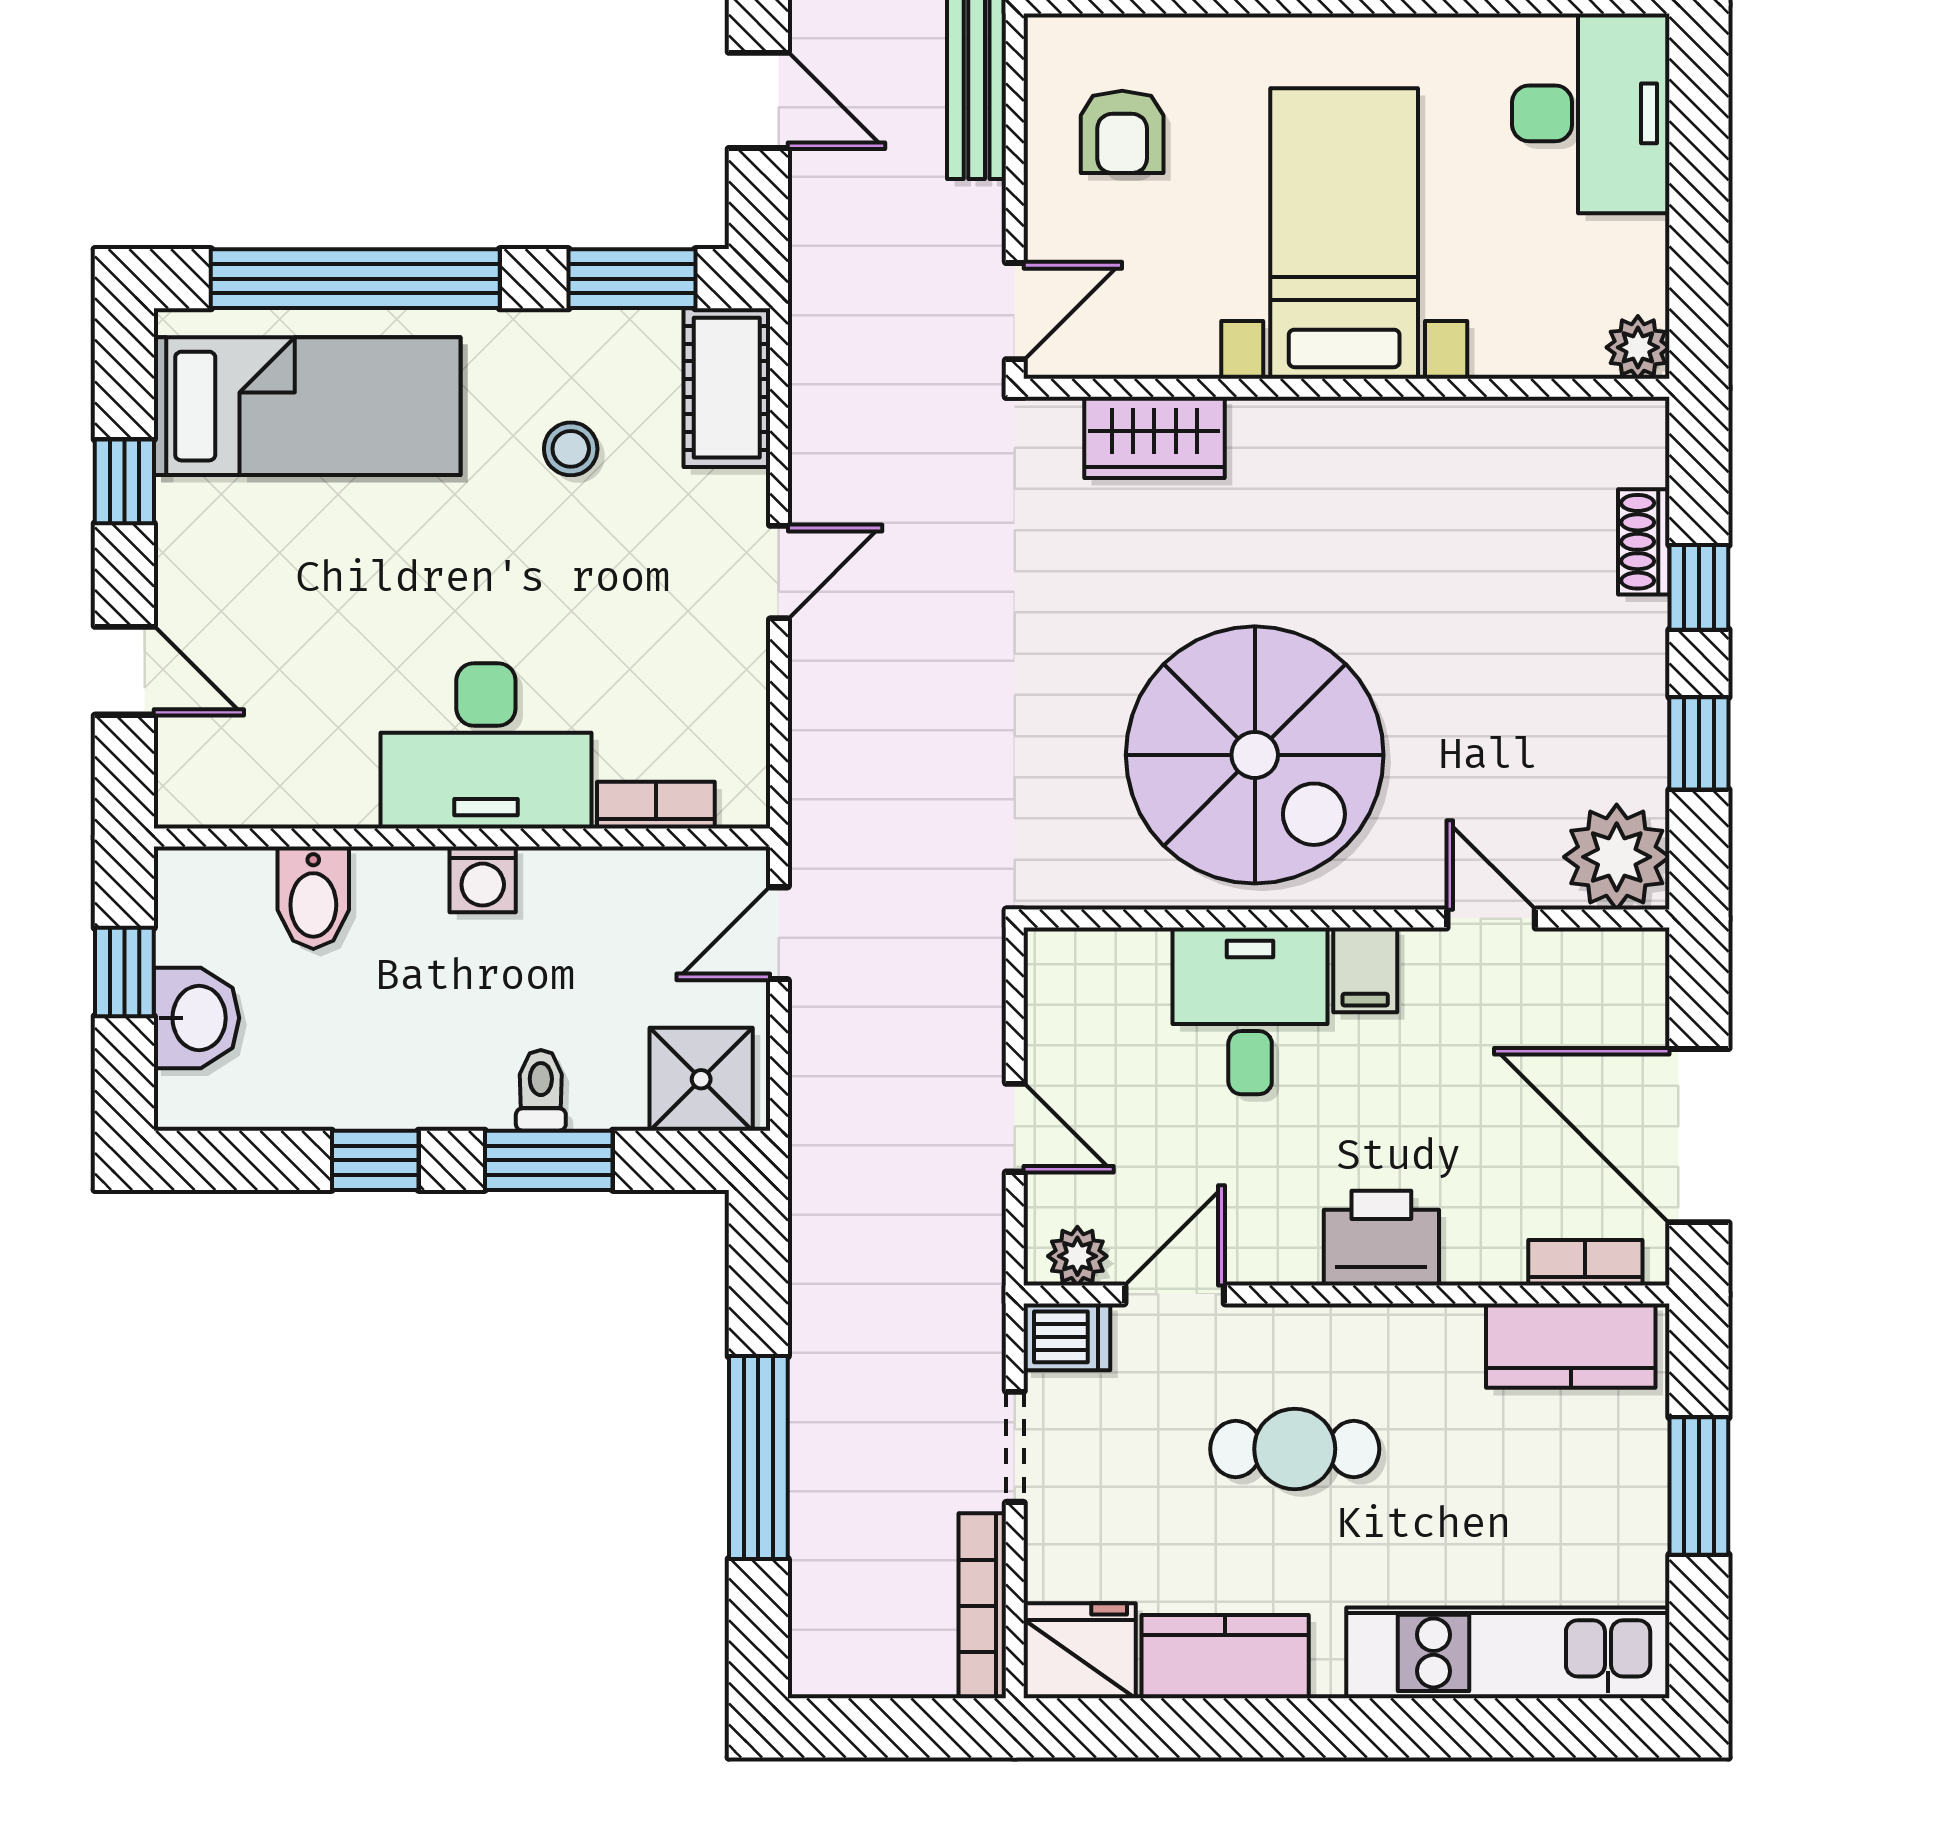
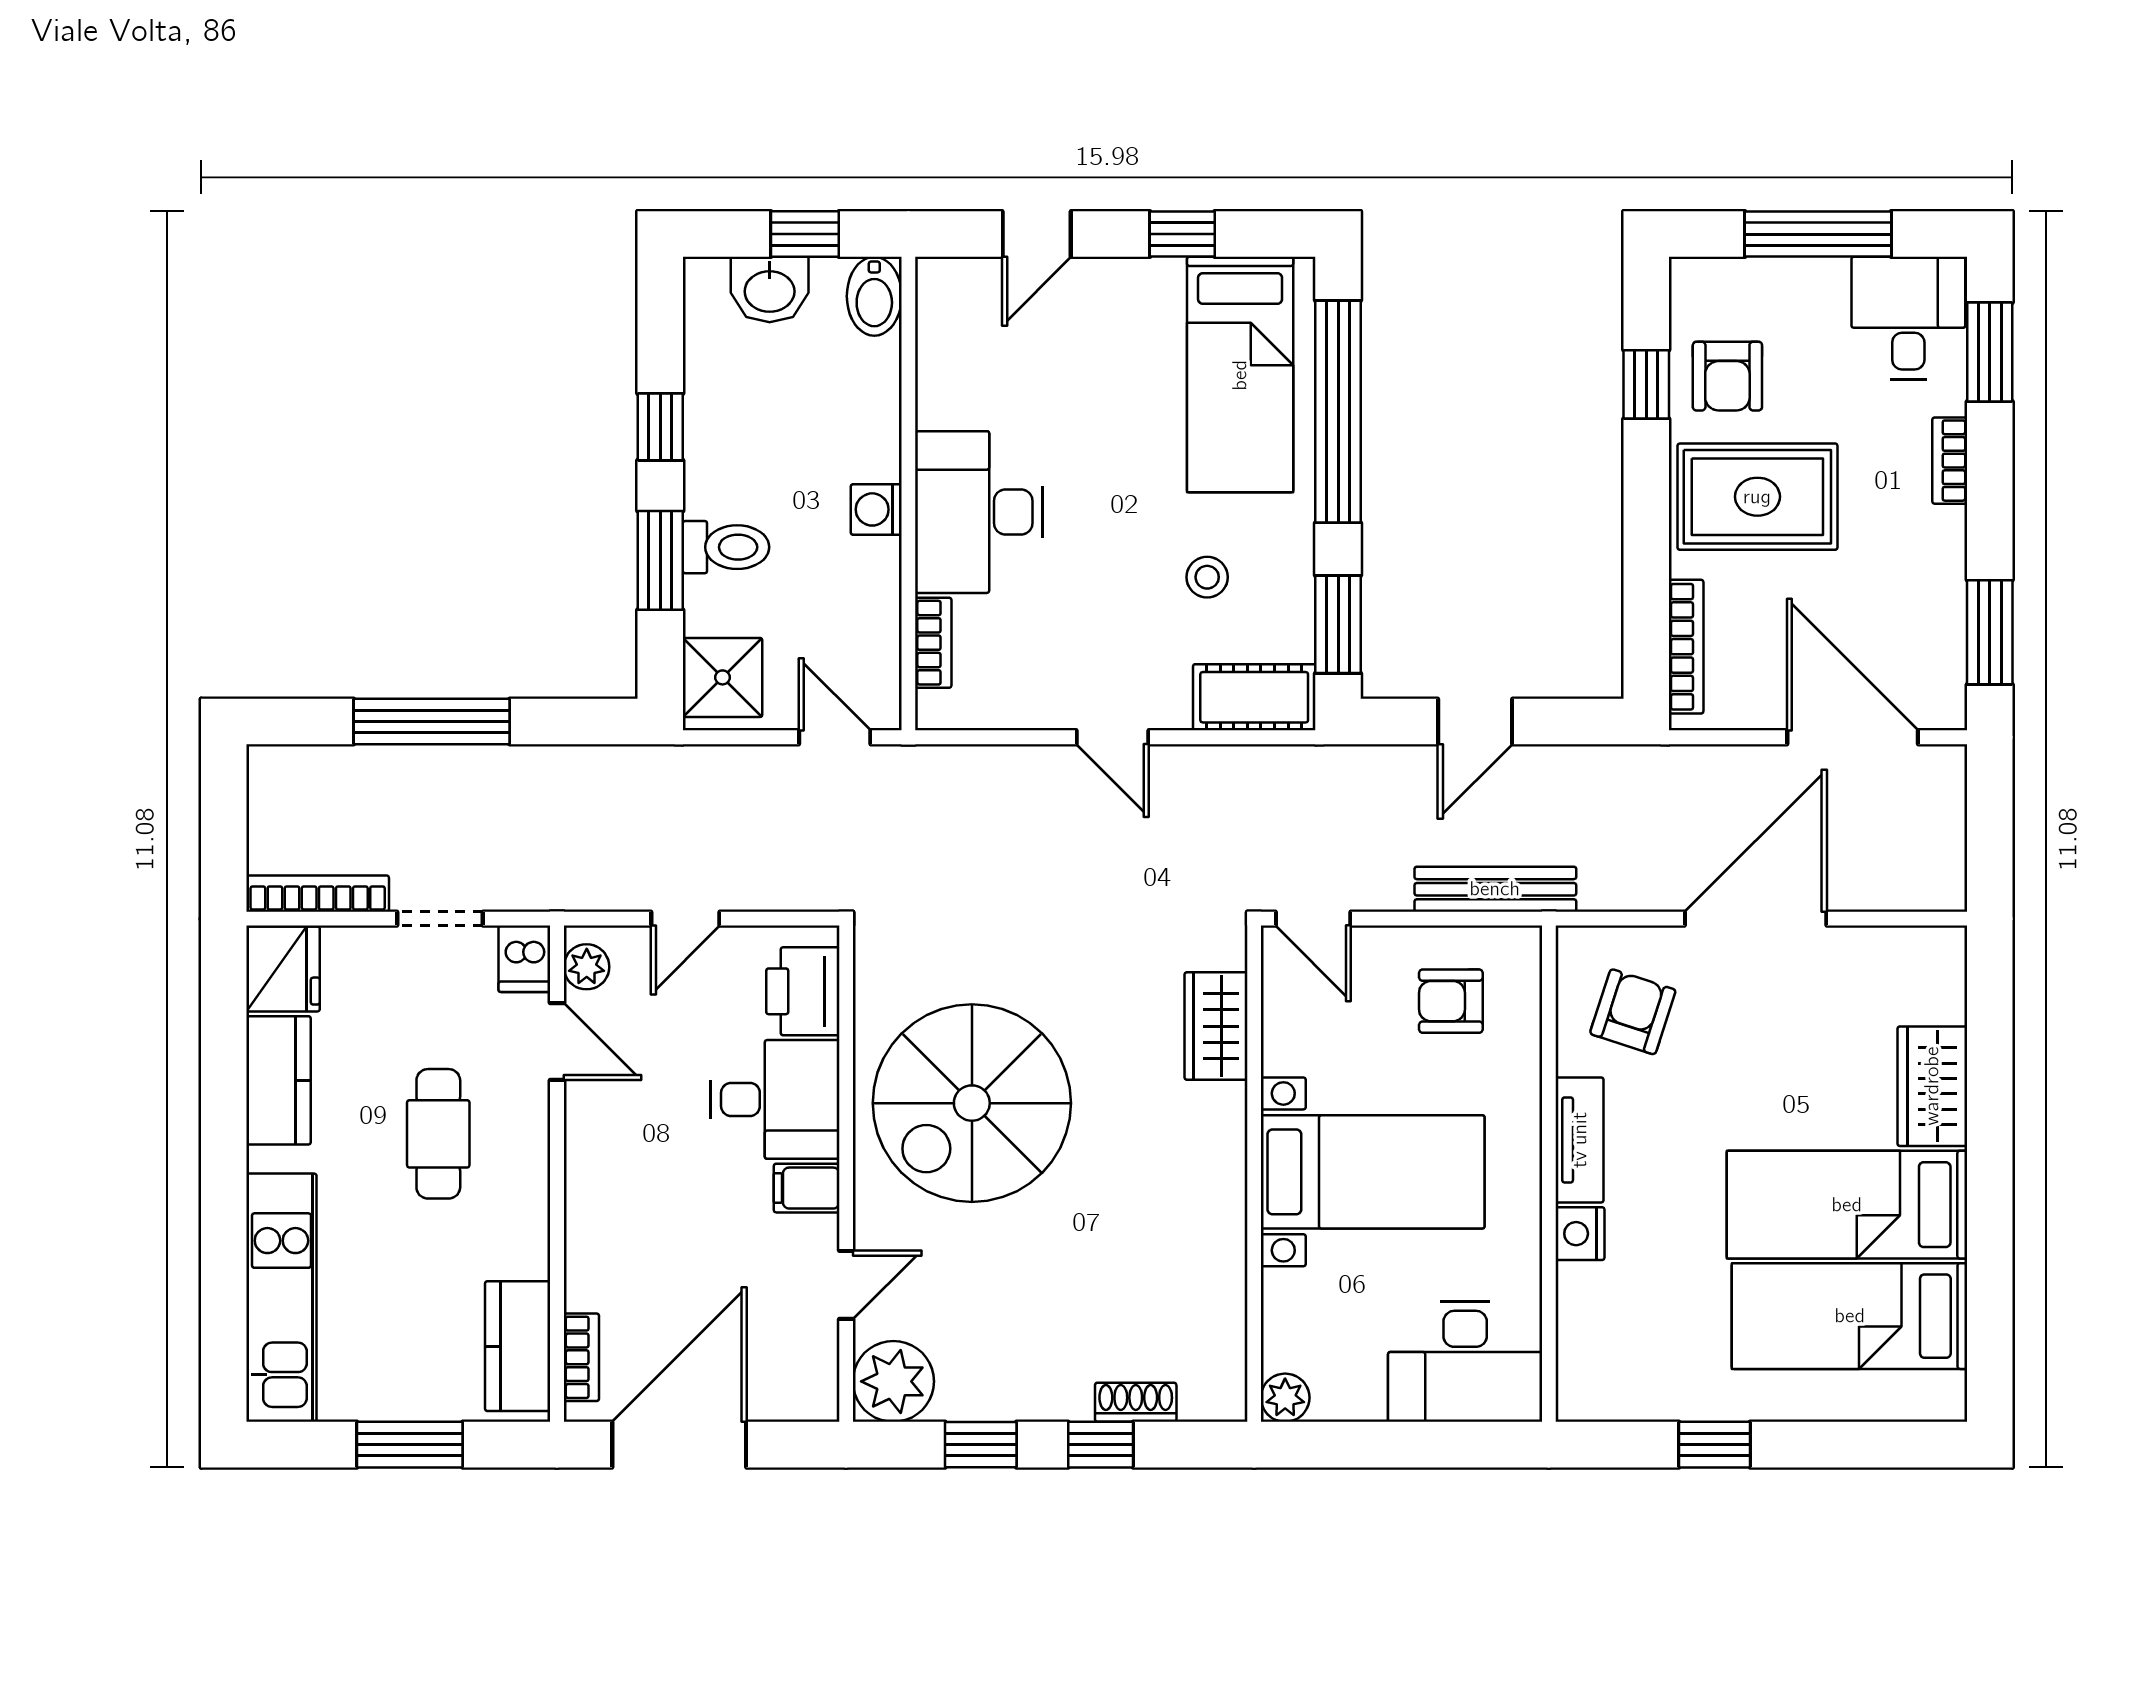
bidet: (313, 898) -> (874, 296), moved, turned -90
toilet: (541, 1090) -> (726, 547), width x1.37, depth x1.39
printer: (1381, 1238) -> (803, 991), moved, turned 180

